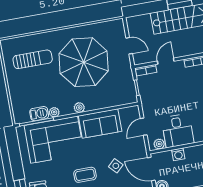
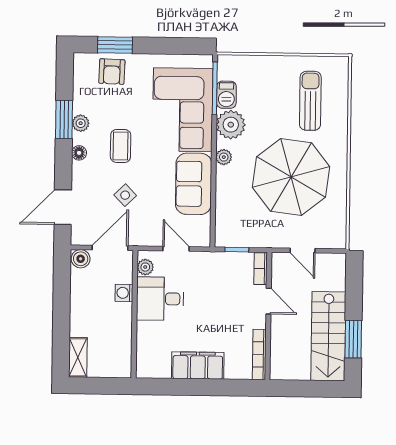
door: (129, 46) -> (303, 251), hinge flipped
sun lounger: (33, 59) -> (310, 101), turned 180
plant: (54, 112) -> (231, 125), width x1.87, depth x1.87

